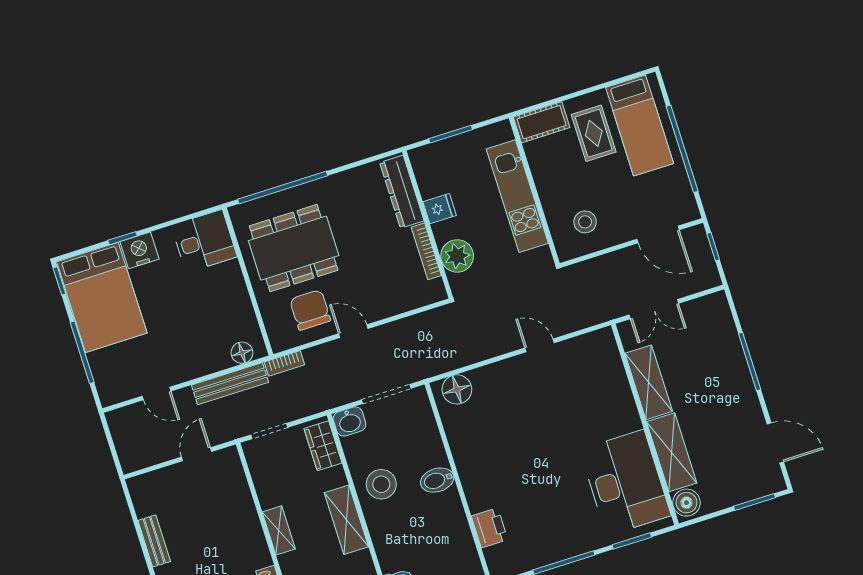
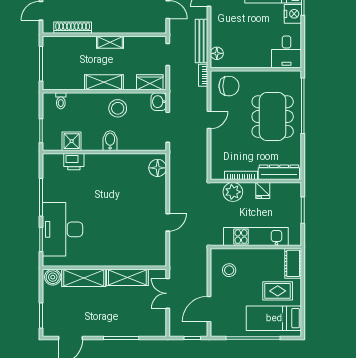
dining table: (294, 248) -> (273, 117), moved
chair: (310, 310) -> (229, 86), moved
desk: (625, 483) -> (62, 229), moved, turned 90
shower: (458, 542) -> (72, 141), added

